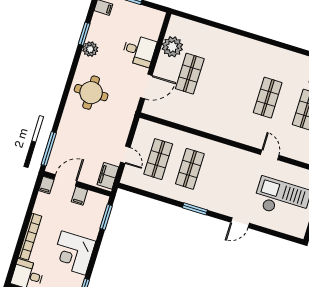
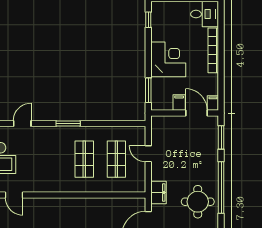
window: (64, 100) -> (221, 187), added
window: (49, 149) -> (221, 137), width x0.69
filing cabinet: (108, 176) -> (158, 192), moved
door: (66, 180) -> (196, 113), swing flipped
corner desk: (74, 253) -> (168, 59), moved

